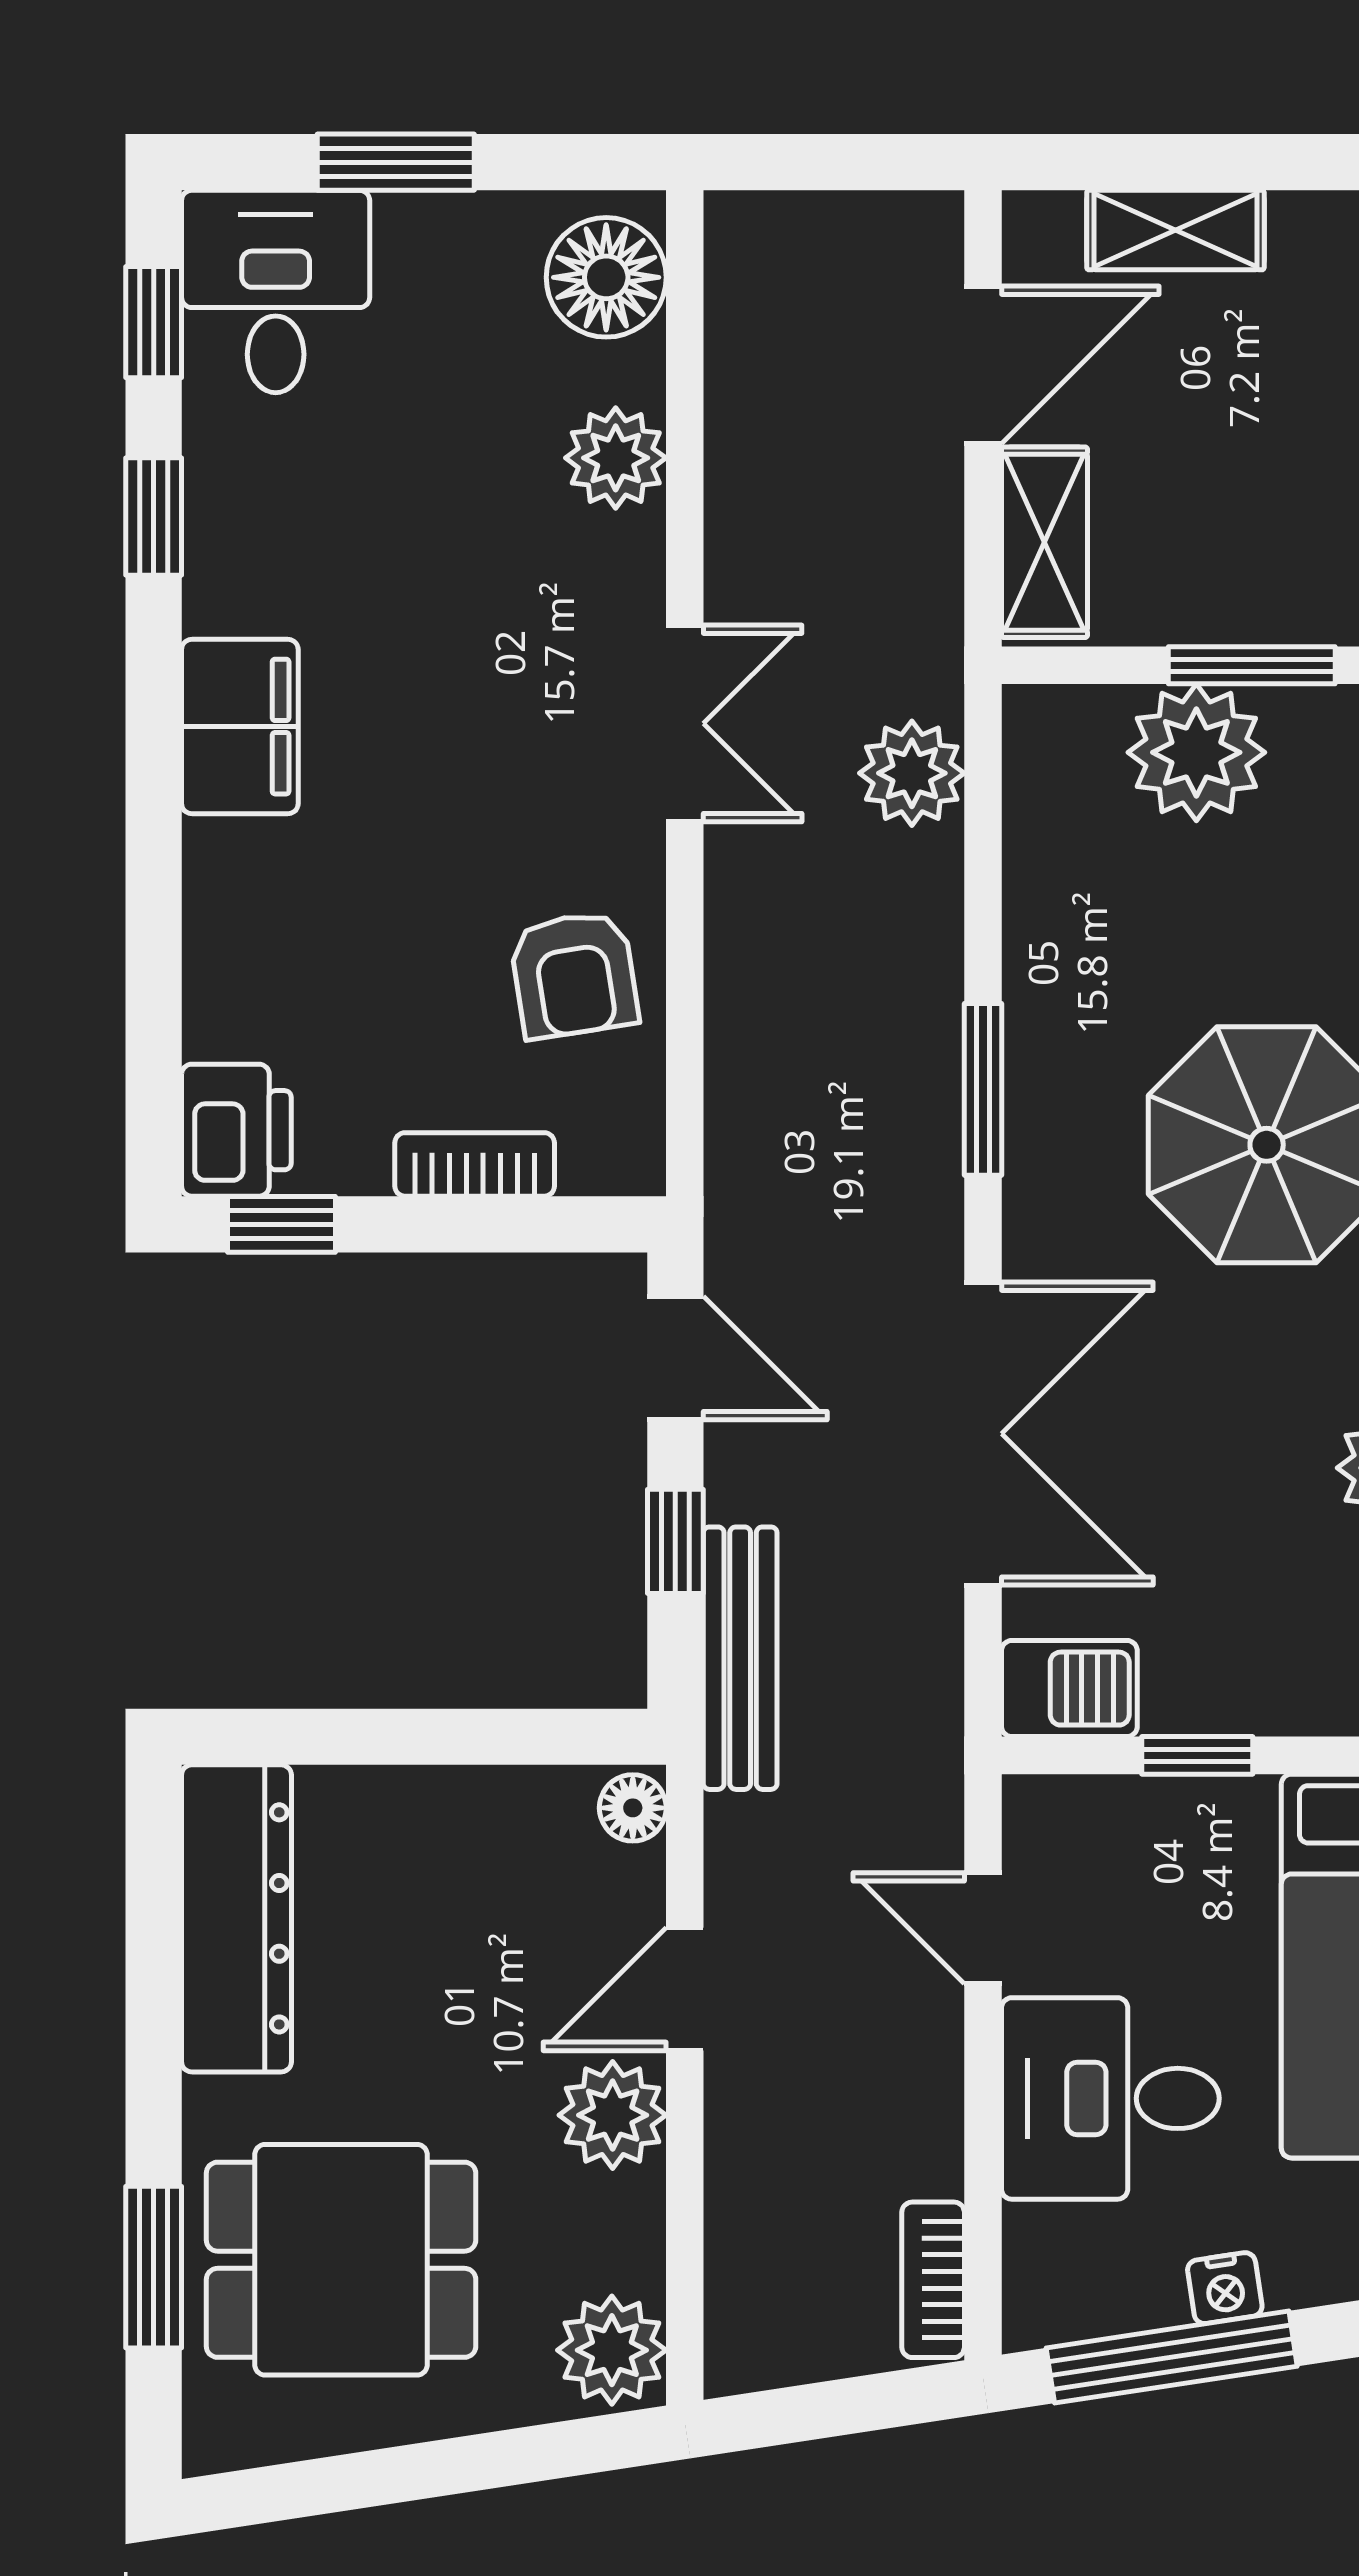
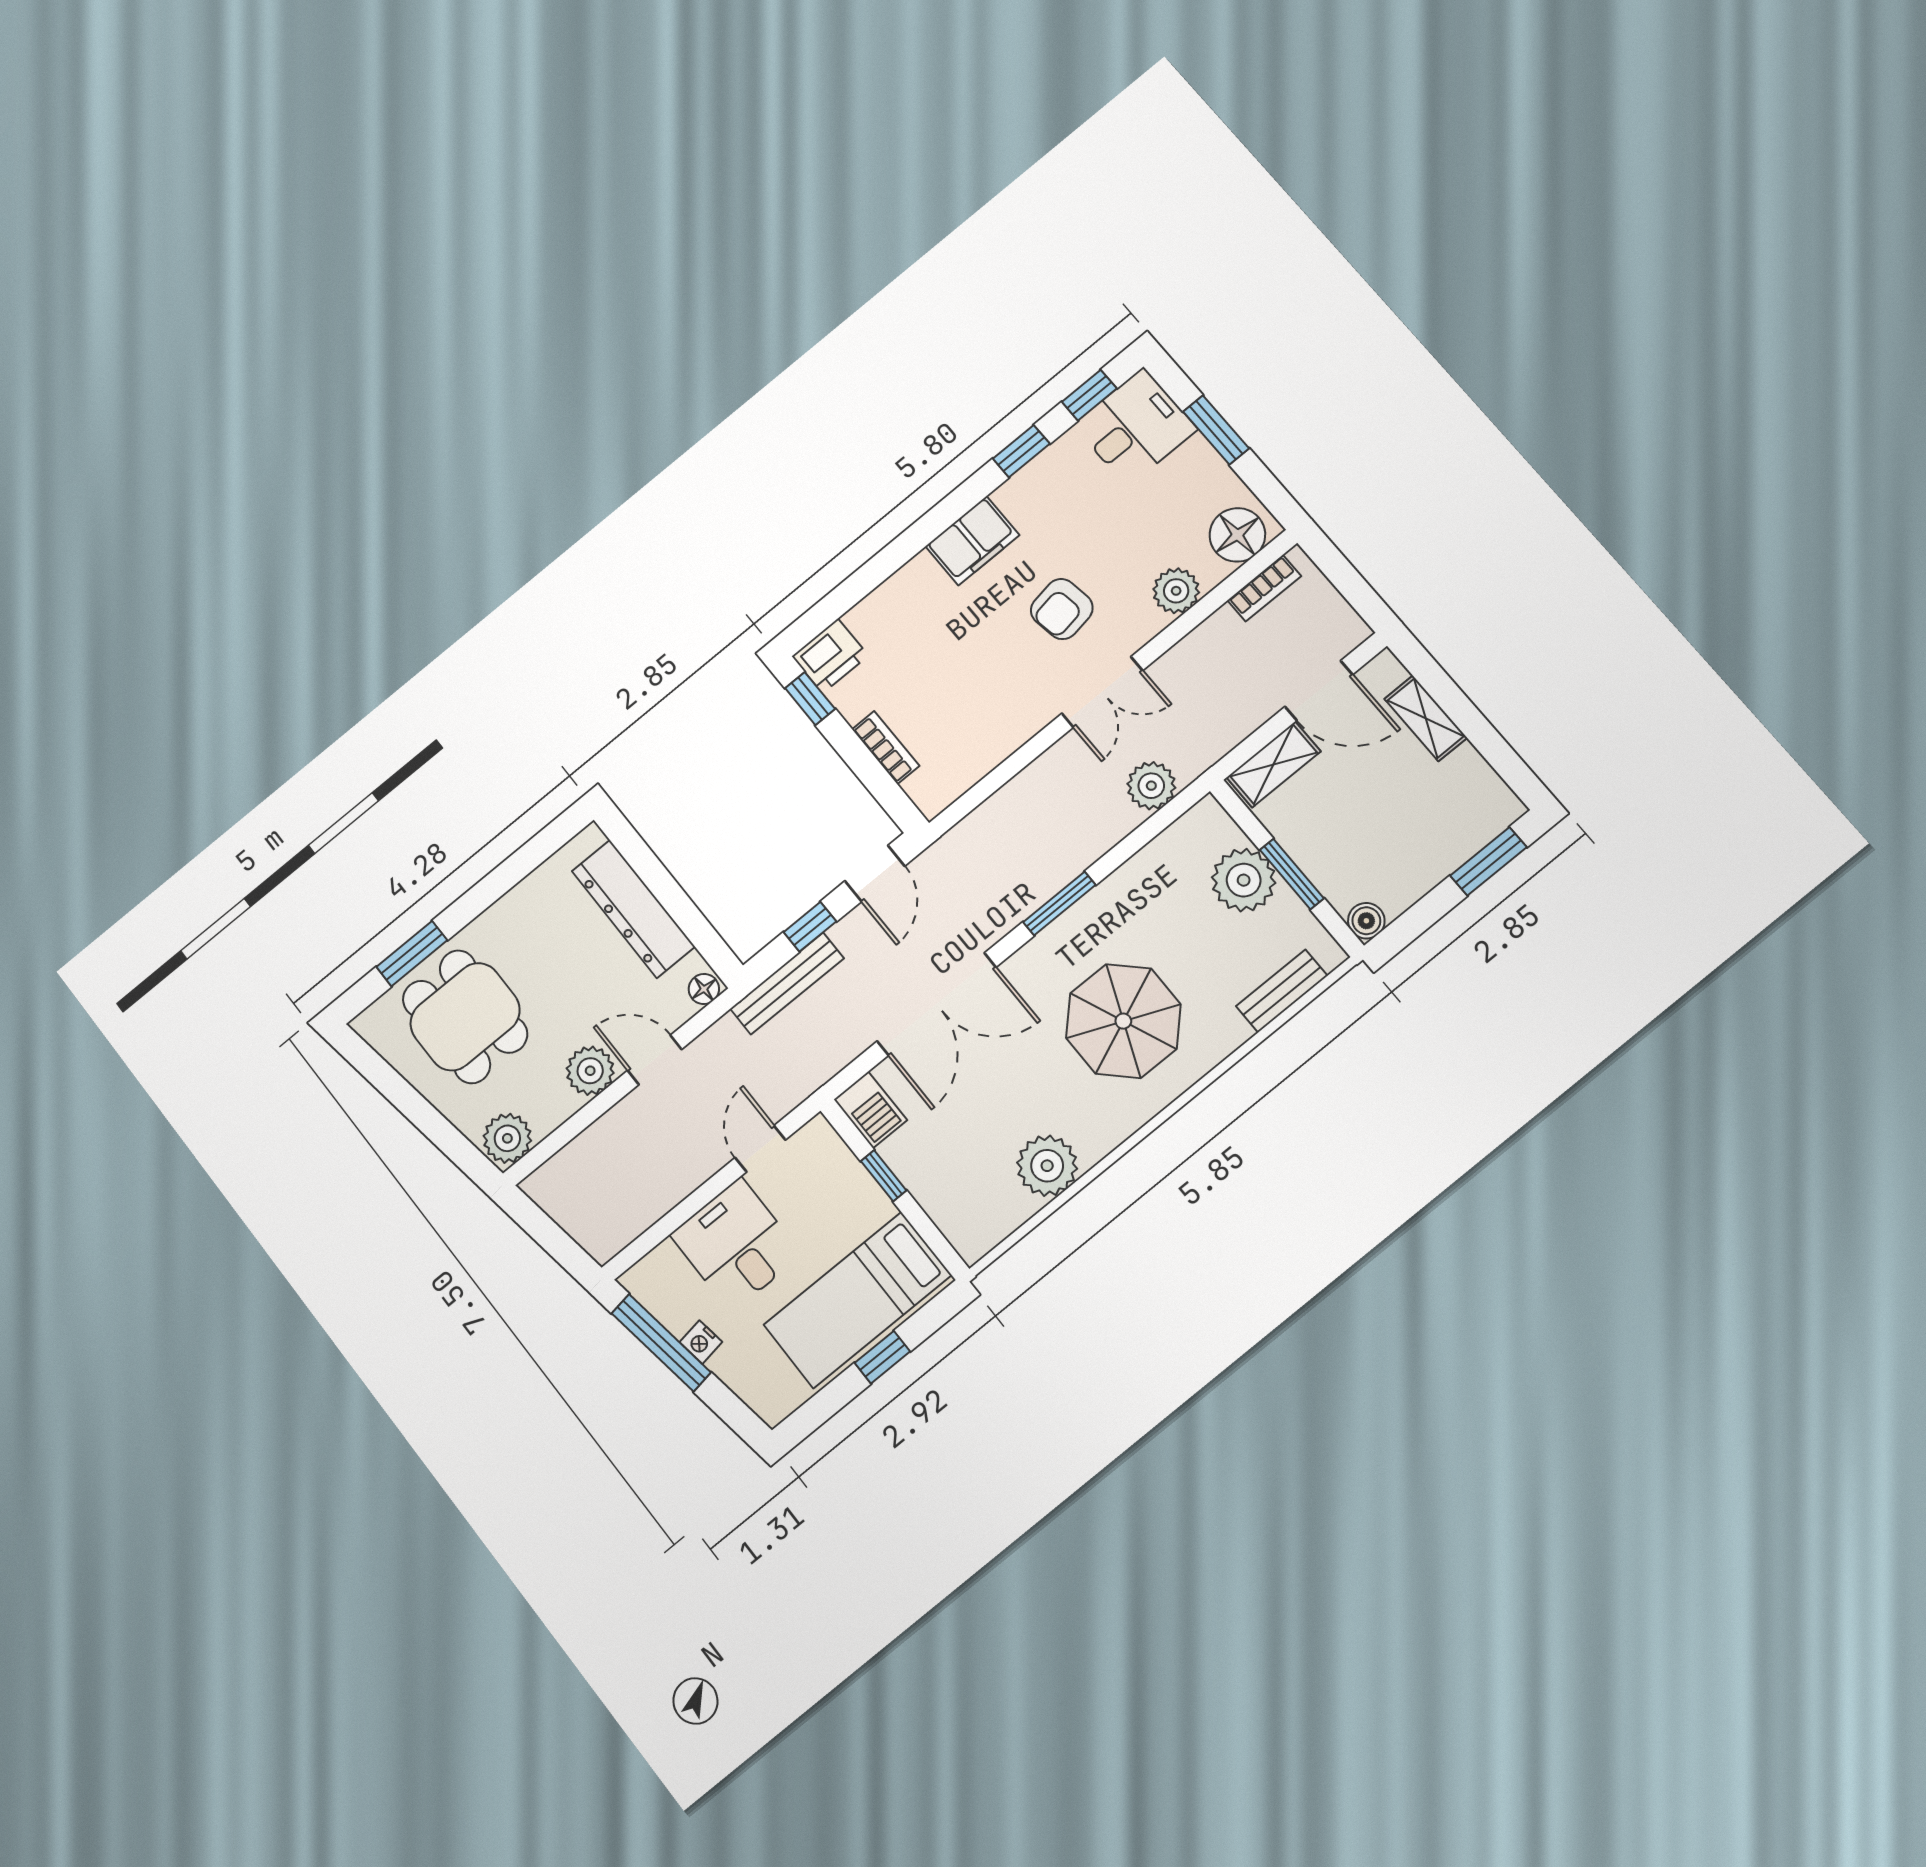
armchair: (574, 975) -> (1062, 609), moved
dresser: (236, 1918) -> (633, 909), moved, turned 90
bookcase: (933, 2280) -> (1264, 588), moved, turned 180

